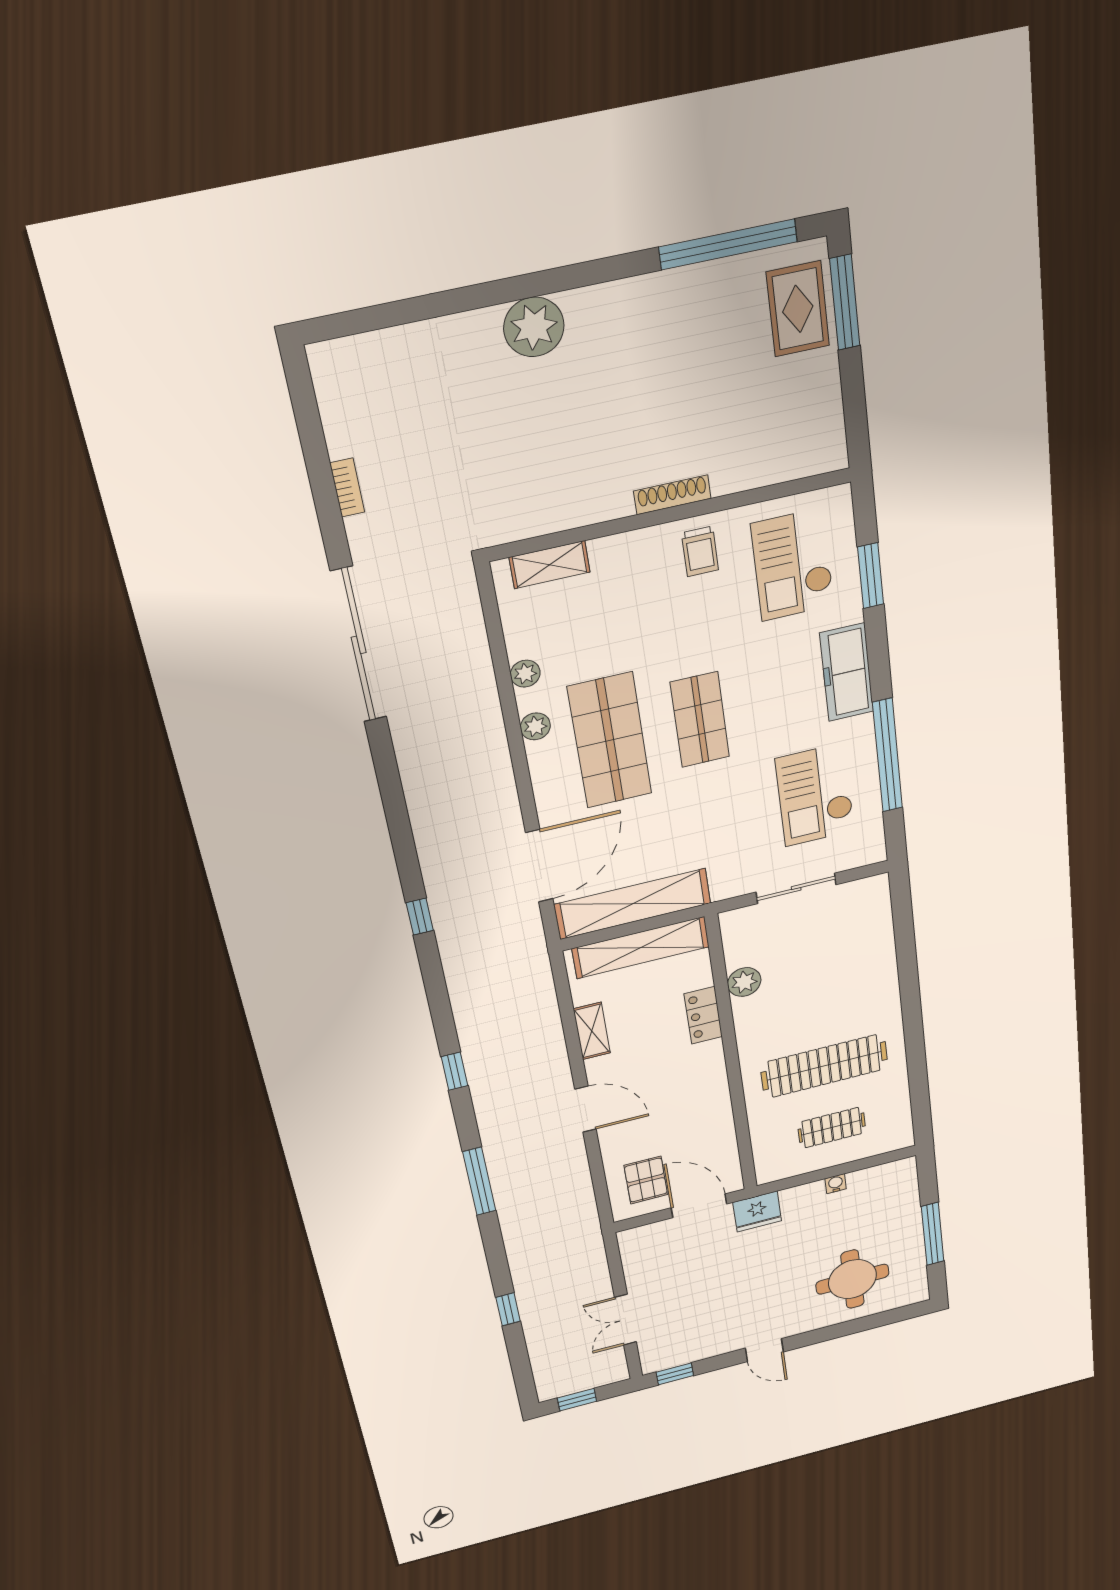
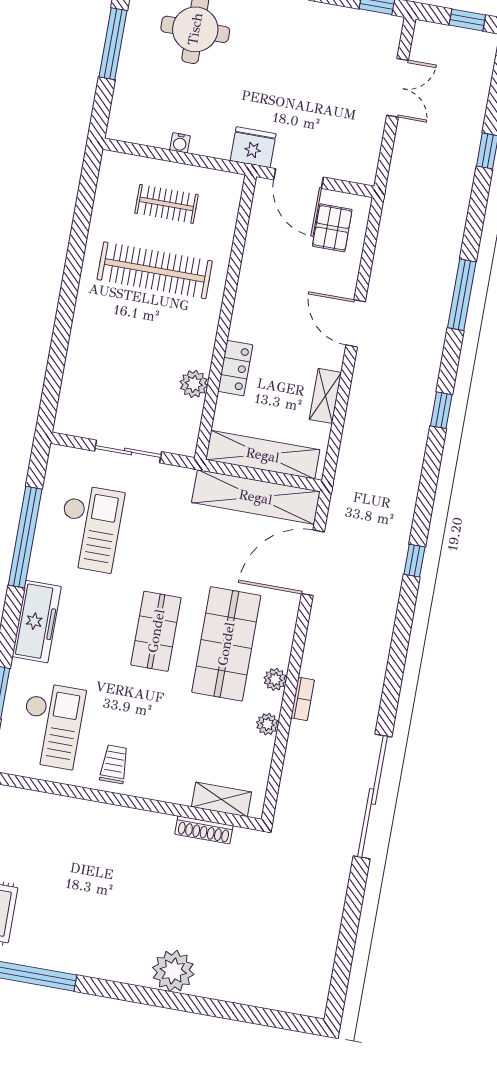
bookcase: (347, 487) -> (303, 699), moved, turned 180
shoe rack: (672, 495) -> (204, 830), moved

